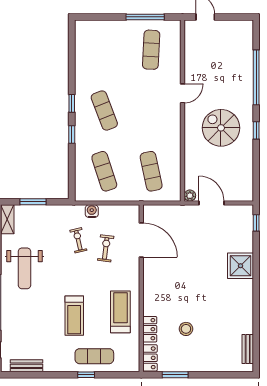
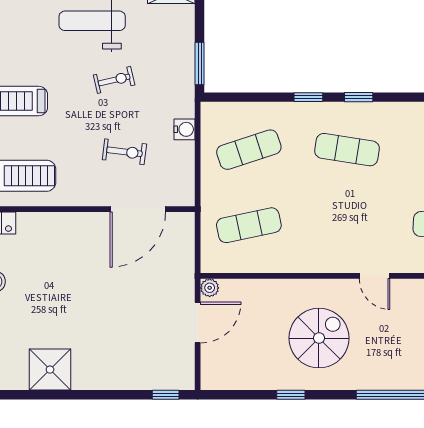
exercise mat: (104, 111) -> (347, 150), turned 30
window: (256, 130) -> (291, 395), moved
window: (33, 202) -> (200, 63), moved
exercise bike: (78, 240) -> (114, 80), moved
shower: (241, 266) -> (50, 370), moved

